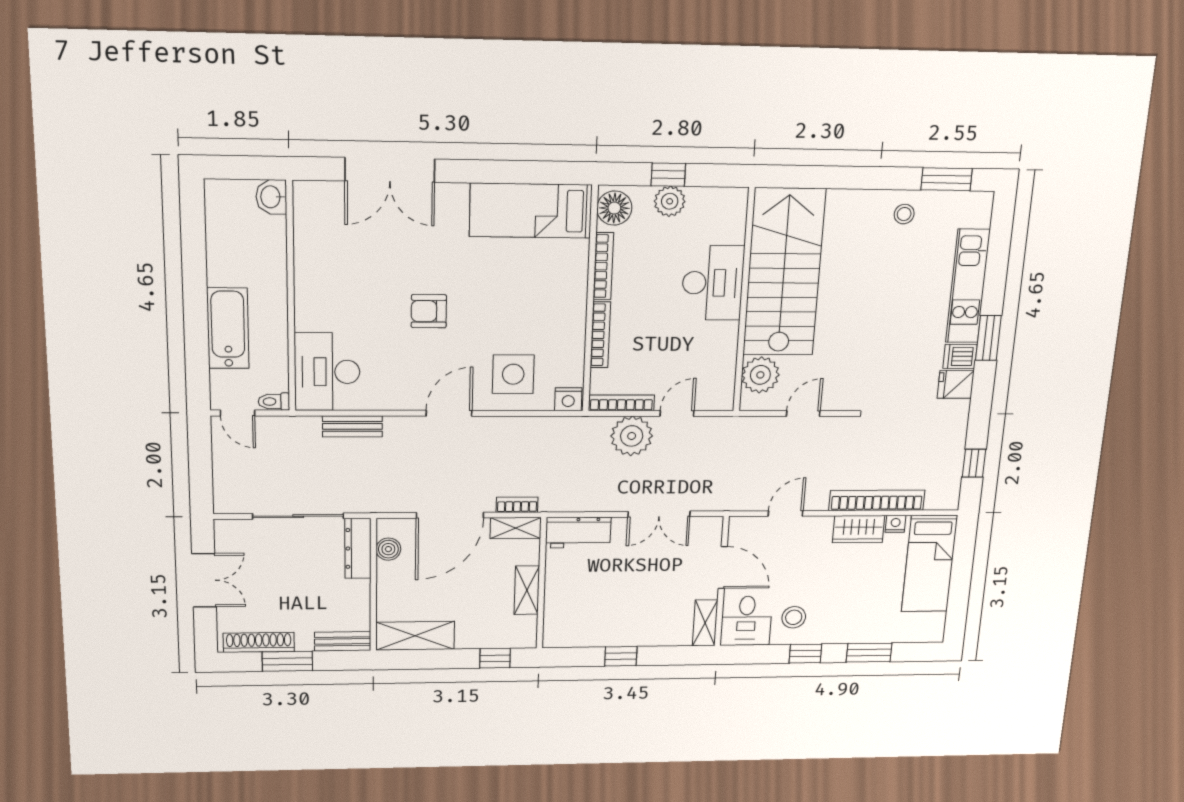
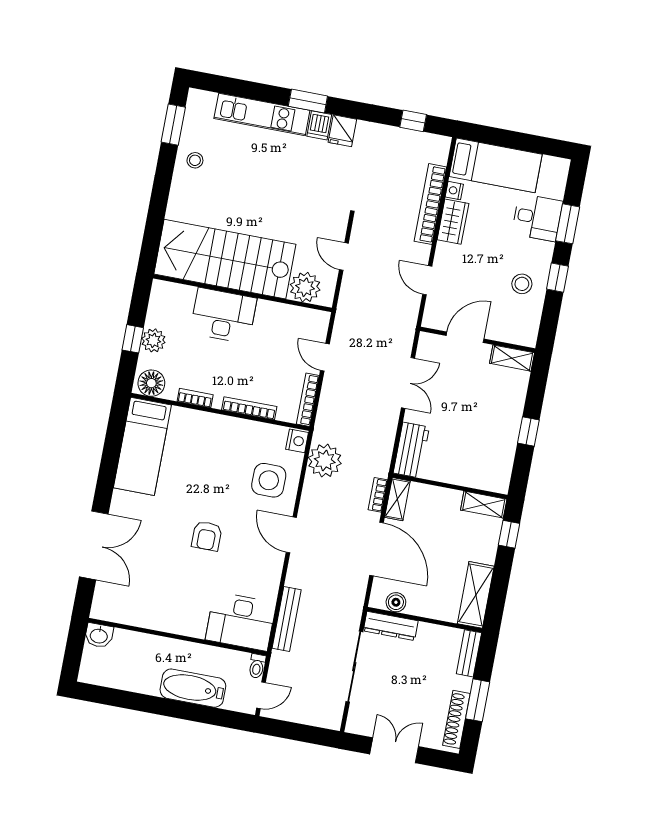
bookcase: (603, 266) -> (195, 398), width x0.64
bench: (352, 426) -> (287, 619), width x1.36
plant: (632, 436) -> (325, 461), moved
shelving: (527, 590) -> (484, 505), moved
desk: (746, 621) -> (537, 217), moved

